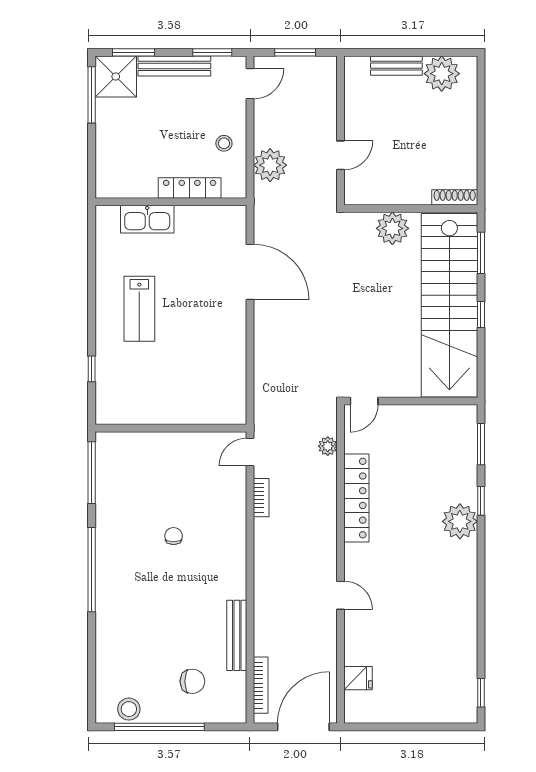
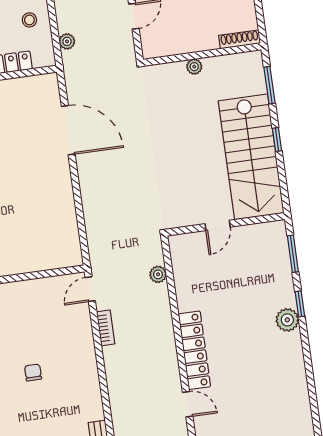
plant: (270, 165) -> (67, 41), width x0.53, depth x0.53
plant: (392, 228) -> (194, 67), width x0.53, depth x0.53
stairs: (449, 305) -> (251, 157), width x0.73
door: (364, 401) -> (218, 225), moved
locker: (356, 498) -> (194, 350), moved
plant: (460, 521) -> (287, 320), width x0.73, depth x0.73

